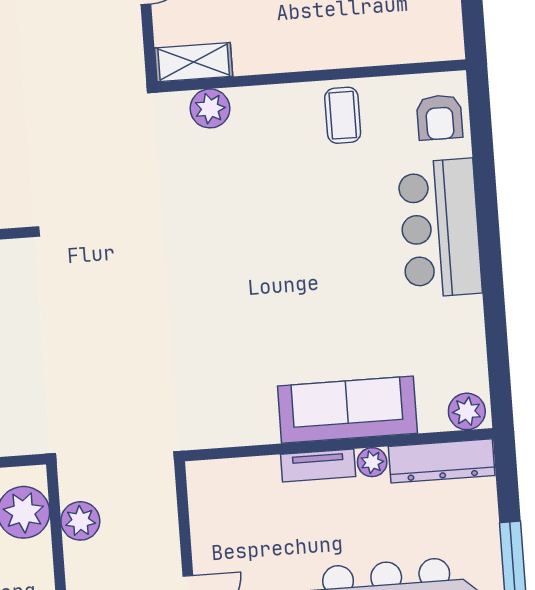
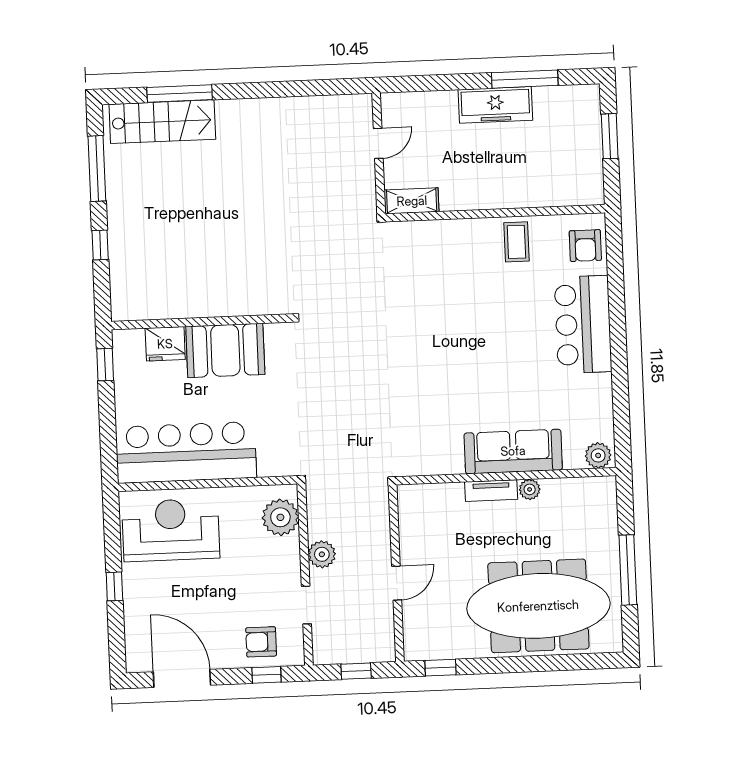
plant: (210, 108) -> (422, 234), removed
dresser: (442, 461) -> (579, 490), removed
plant: (80, 521) -> (322, 554), moved

